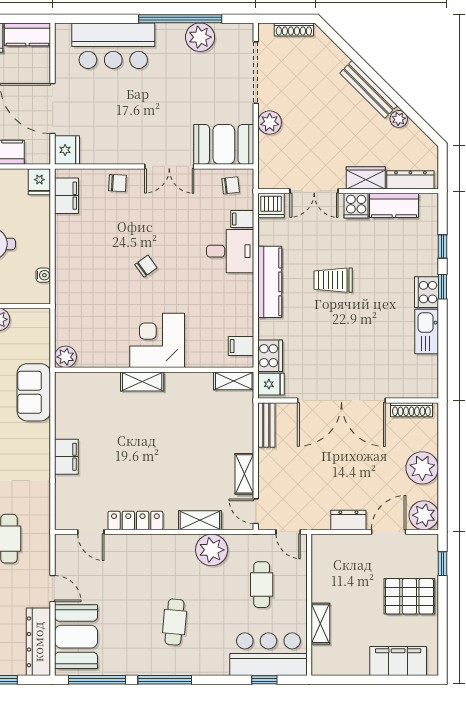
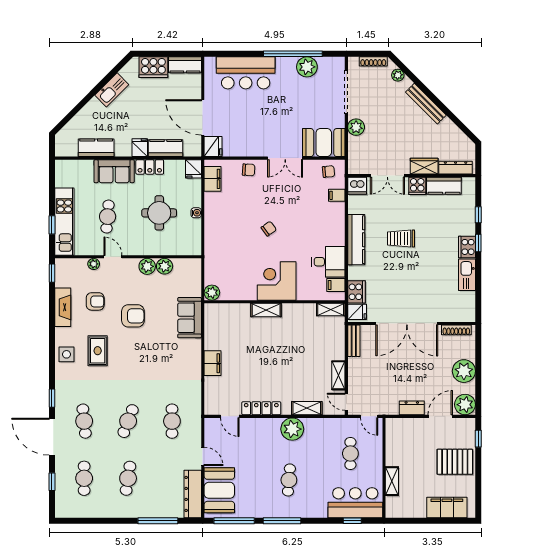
plant: (399, 119) -> (398, 75), moved
desk: (230, 251) -> (328, 262), moved
water cooler: (43, 275) -> (196, 213), moved
plant: (212, 550) -> (292, 429), moved

